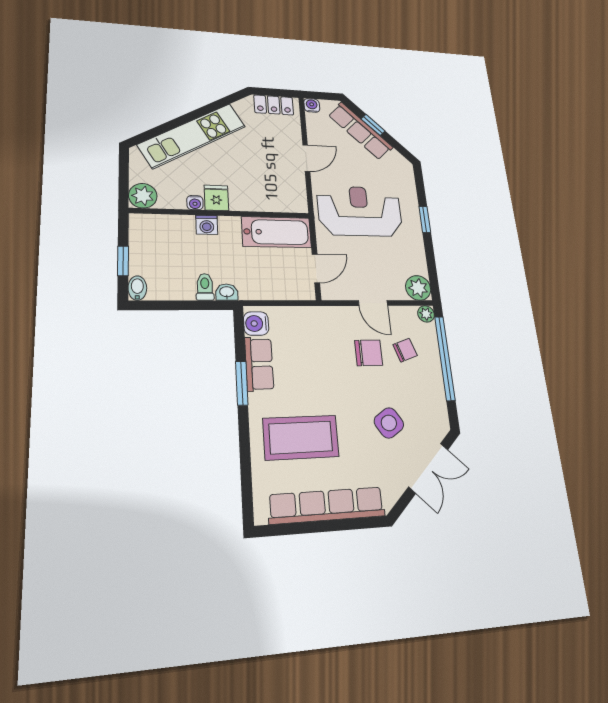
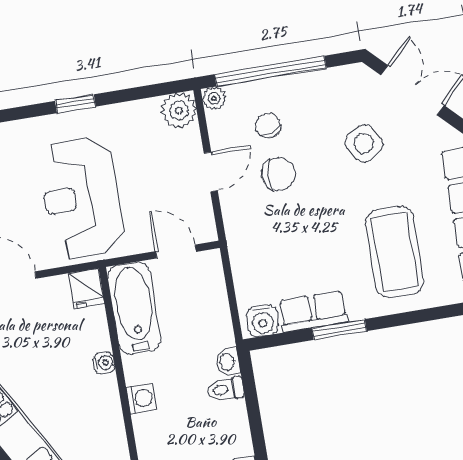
fridge: (216, 198) -> (87, 288), moved, turned -90
water cooler: (195, 203) -> (104, 363), moved
chair: (369, 353) -> (279, 174), turned 90

